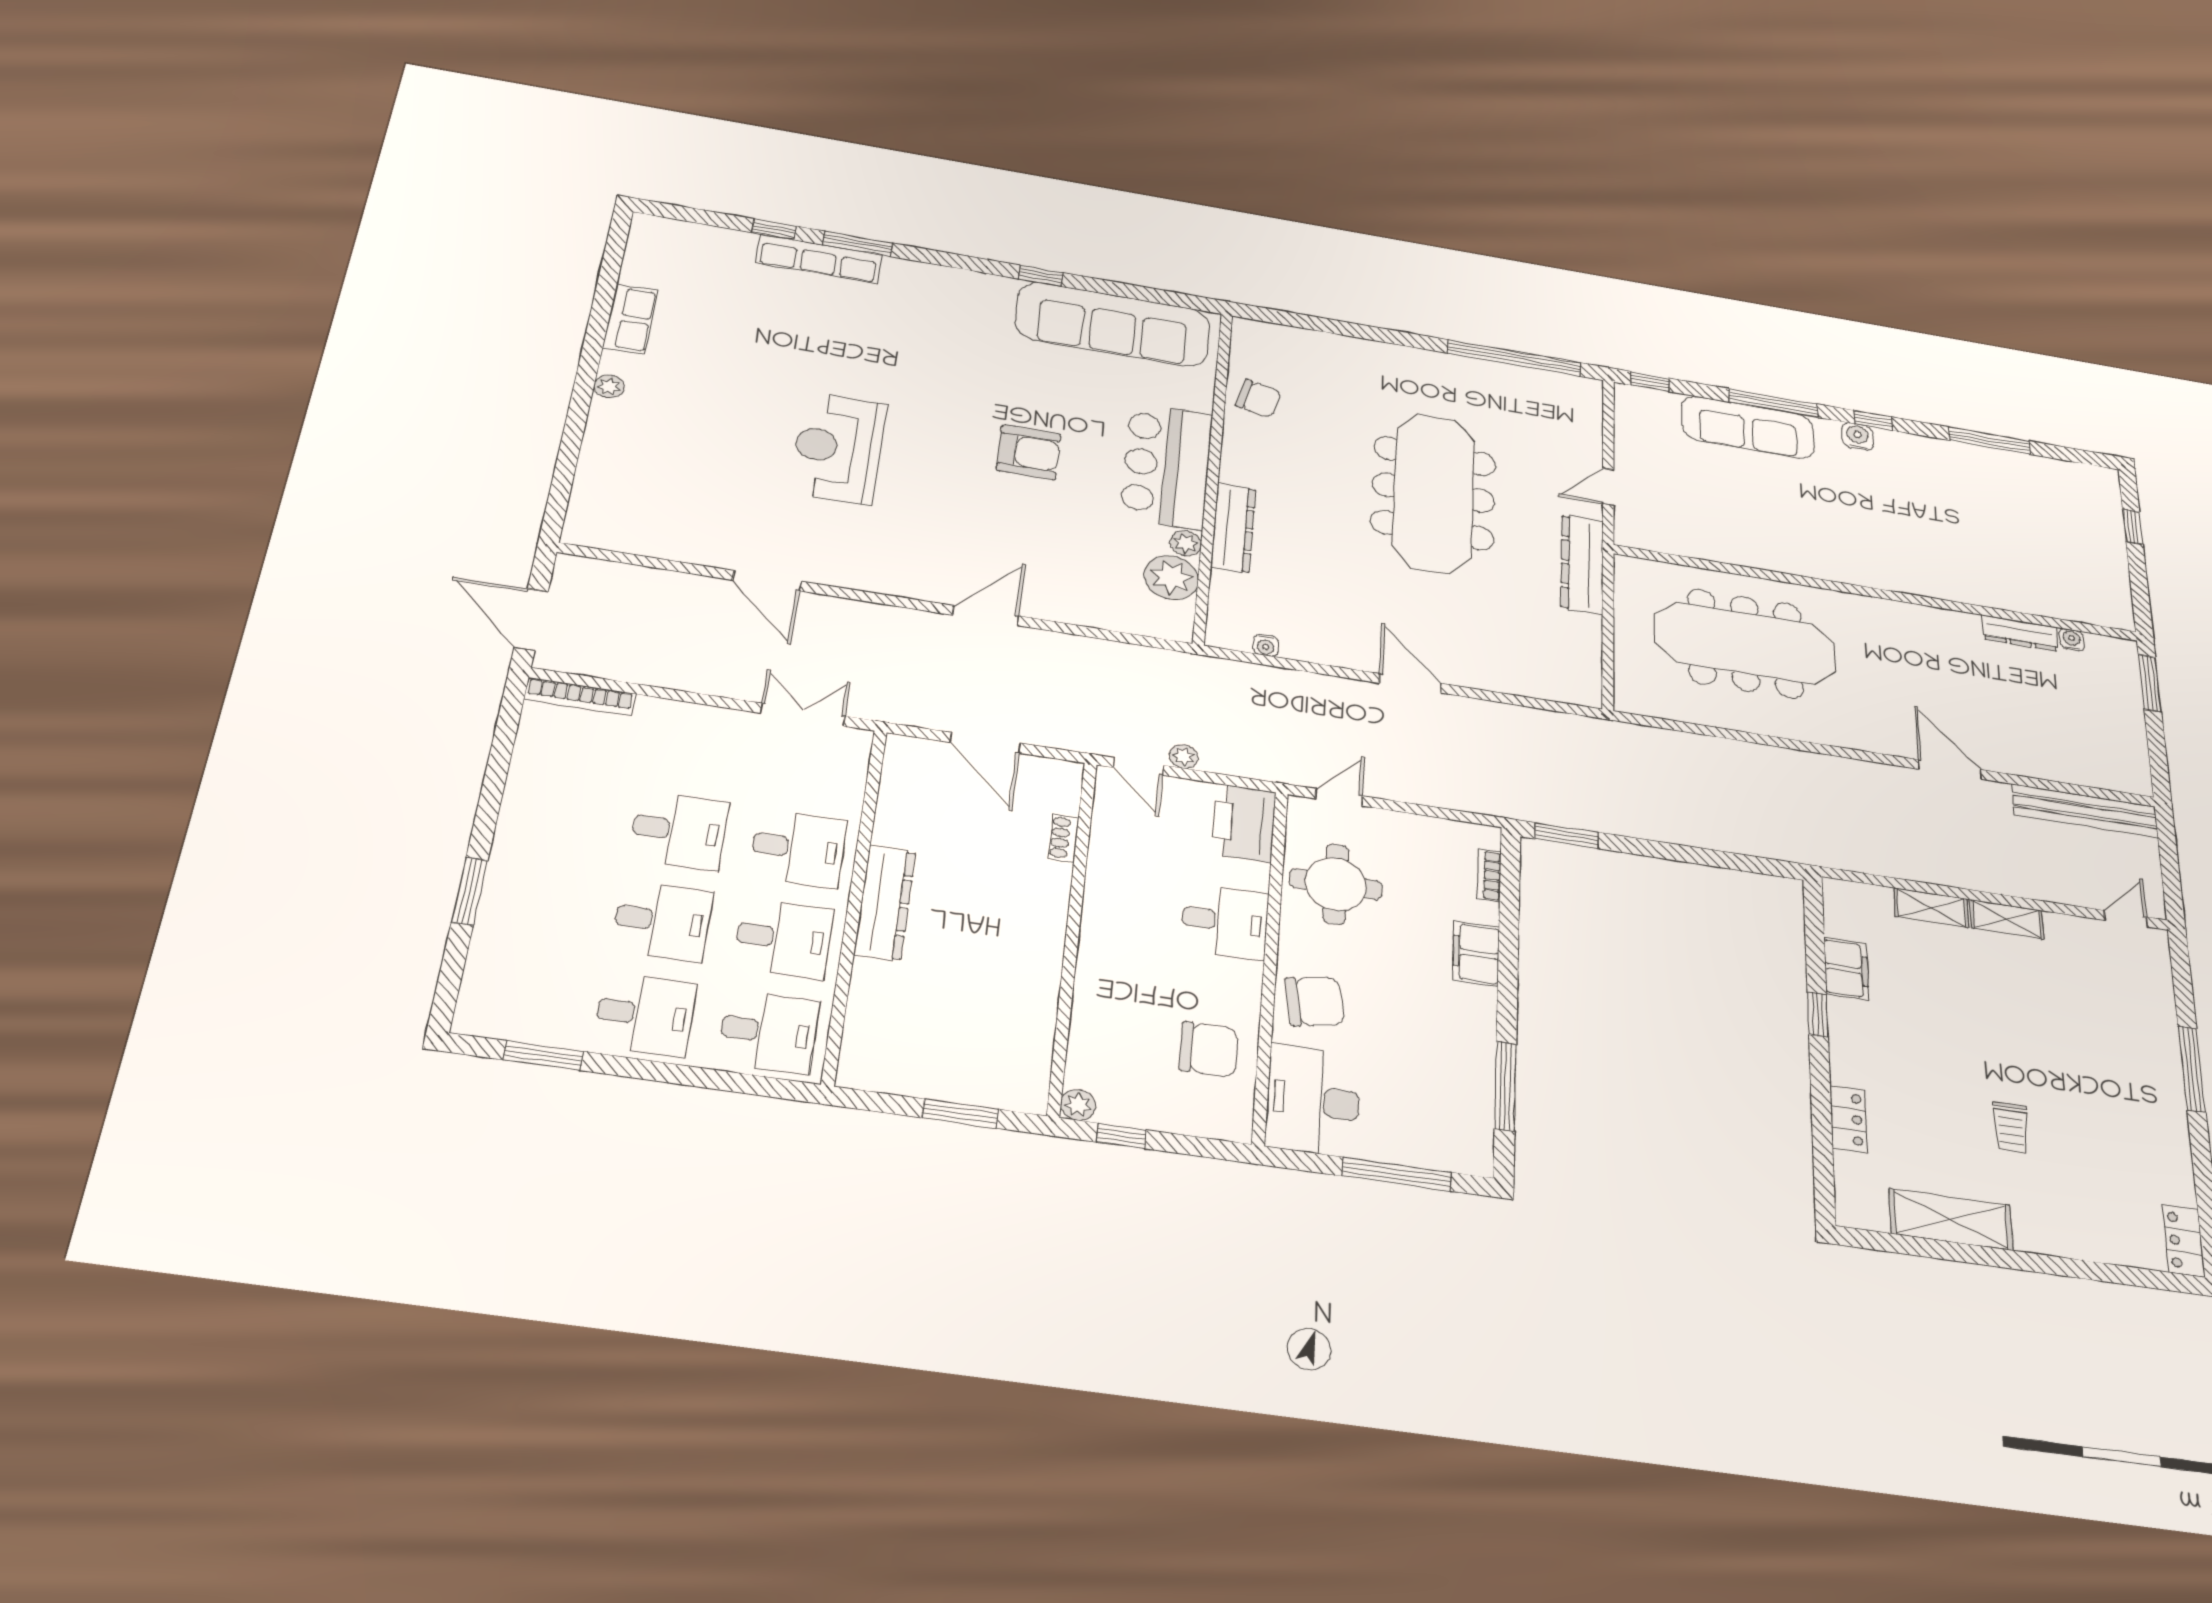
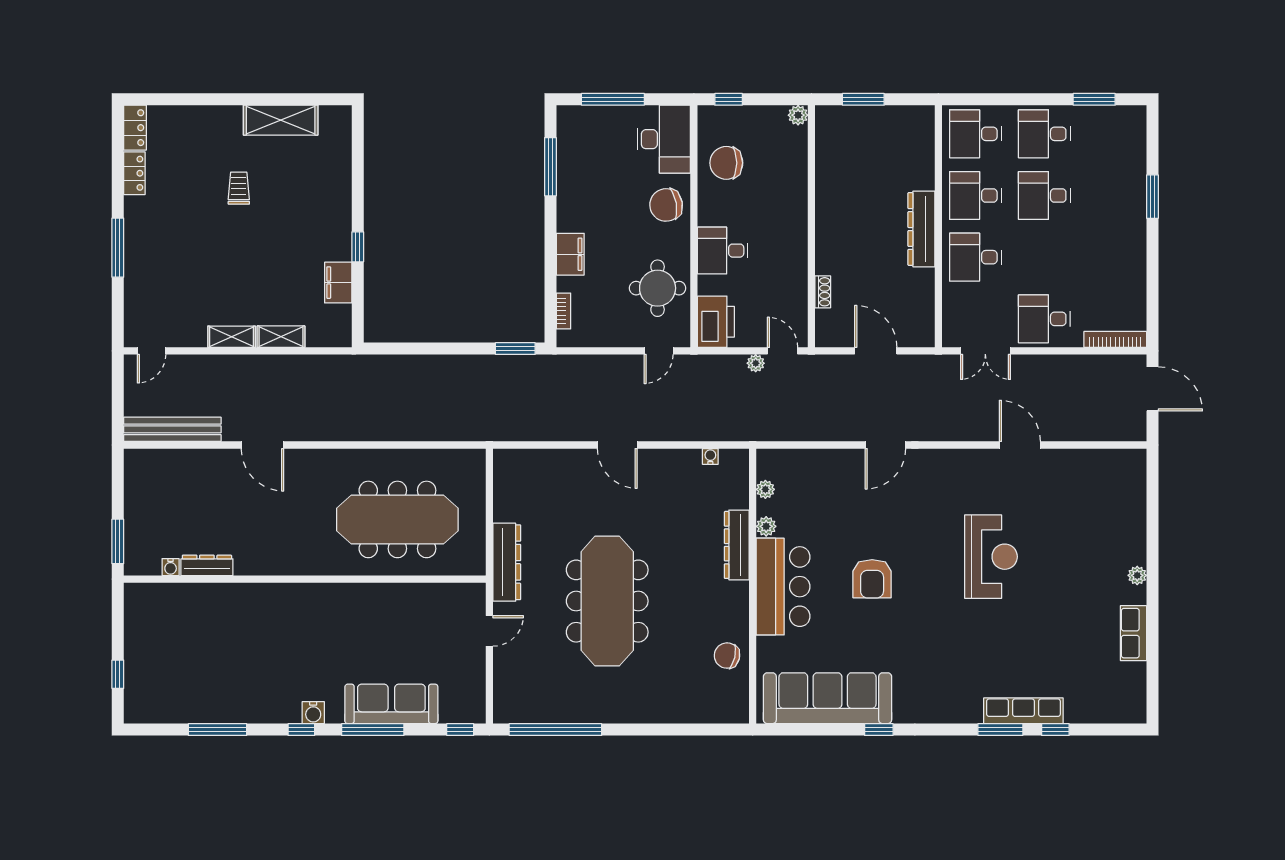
armchair: (1029, 452) -> (872, 579), turned -90
plant: (1171, 577) -> (765, 489), width x0.53, depth x0.53
desk: (679, 831) -> (1044, 319), moved
locker: (1848, 1119) -> (134, 173), moved, turned 180
window: (1122, 1136) -> (729, 99), moved

